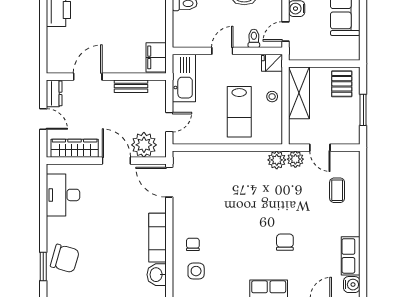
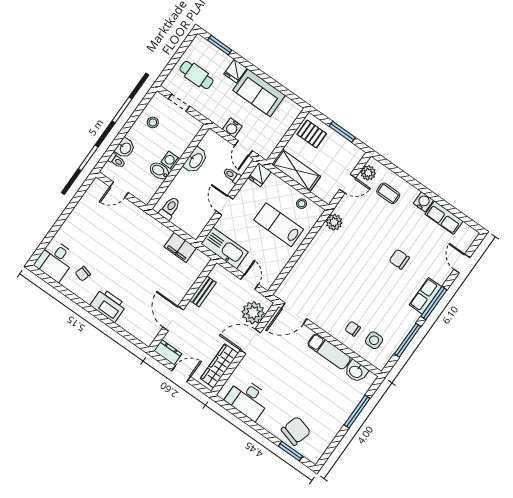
filing cabinet: (156, 57) -> (180, 247), moved
stool: (272, 97) -> (302, 204), moved
lab bench: (239, 112) -> (279, 225), turned 180
plant: (295, 159) -> (368, 173), moved
water cooler: (352, 285) -> (423, 202), moved

